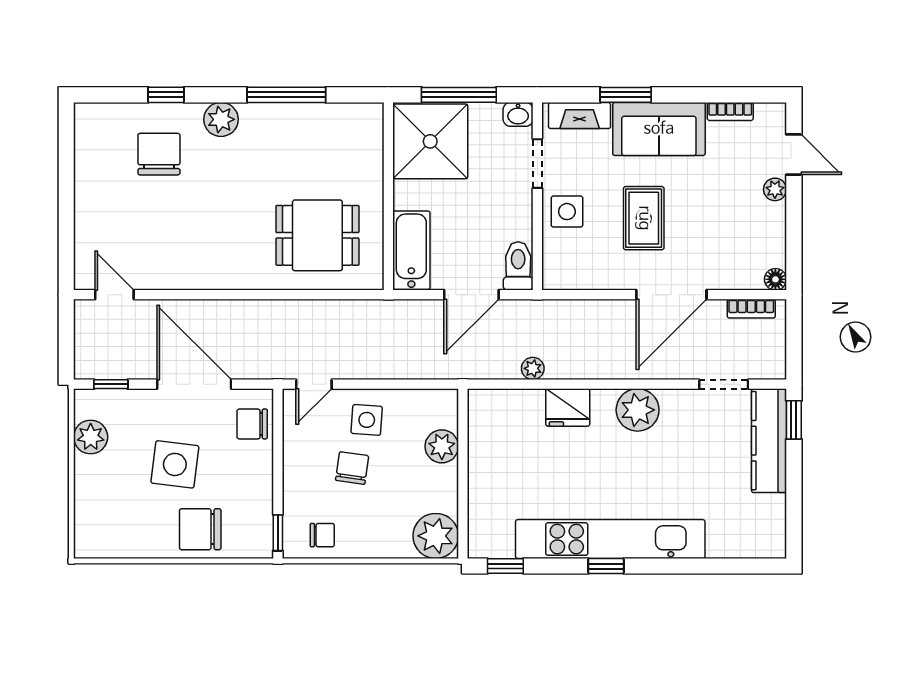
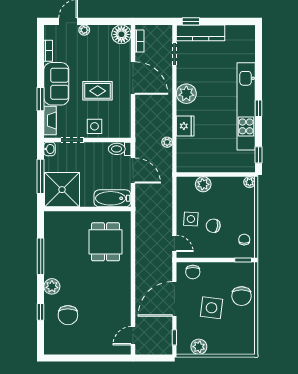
chair: (159, 154) -> (68, 315), turned -90
floor lamp: (775, 279) -> (121, 34), width x1.89, depth x1.89
plant: (436, 536) -> (250, 182), width x0.53, depth x0.53

